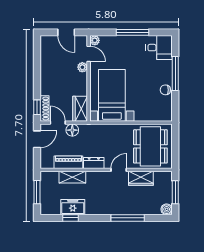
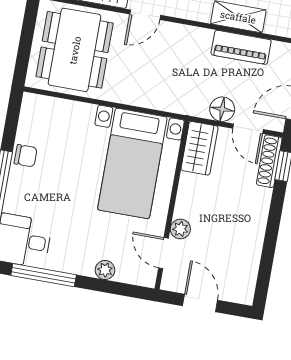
window: (133, 32) -> (44, 275), moved
plant: (95, 40) -> (105, 270), moved
dresser: (94, 163) -> (191, 37), removed

